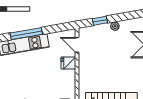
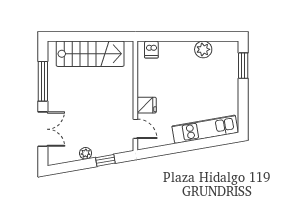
window: (26, 34) -> (202, 144), removed

